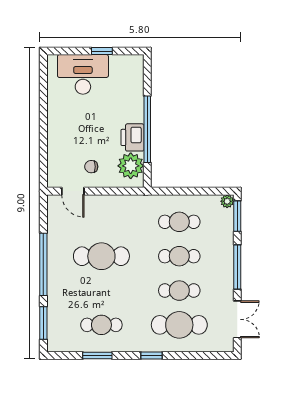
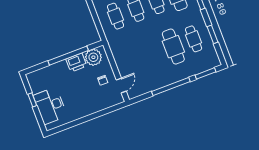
cafe table: (101, 256) -> (173, 47), moved

